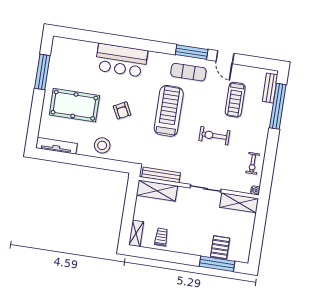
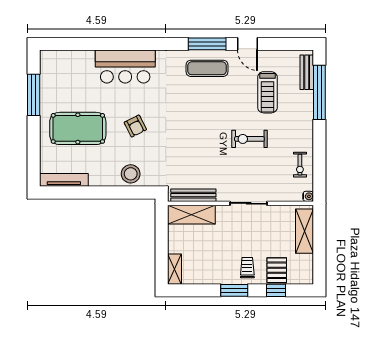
treadmill: (169, 111) -> (191, 118), removed
stool: (102, 145) -> (131, 174), moved
shelving: (239, 203) -> (304, 231), moved, turned 90
trolley: (161, 237) -> (247, 268), moved
window: (182, 258) -> (234, 290), added
window: (217, 264) -> (276, 290), width x0.46

